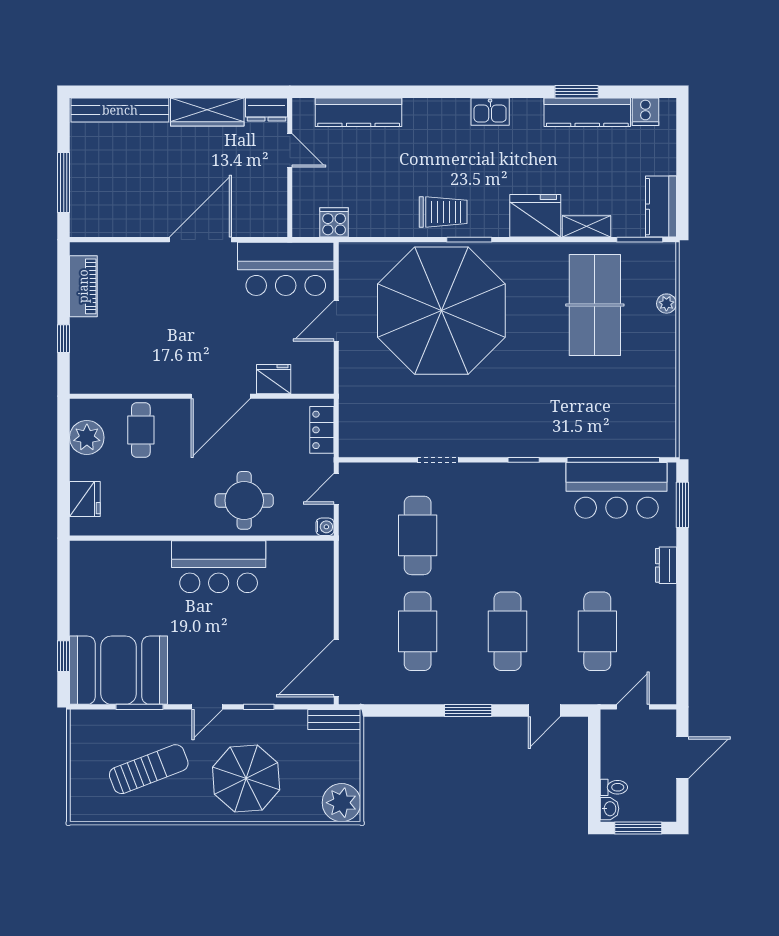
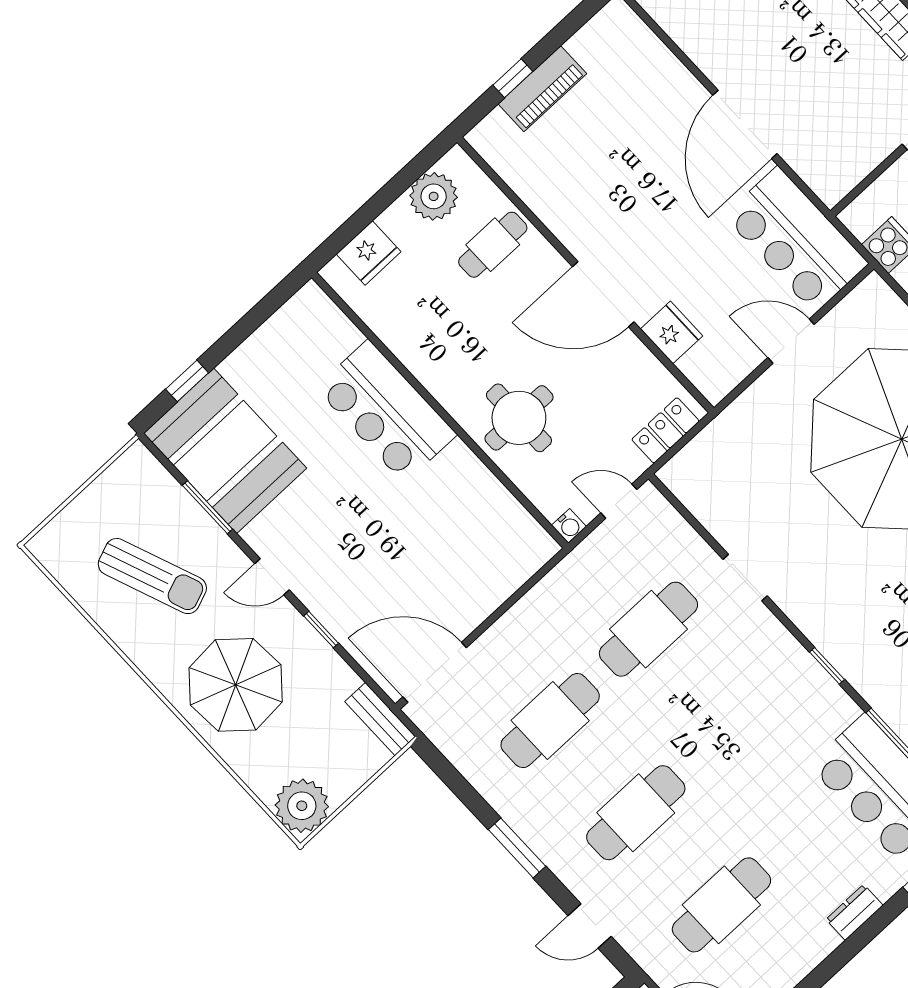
door: (200, 240) -> (745, 124), swing flipped
piano: (83, 286) -> (542, 89), moved
bar counter: (219, 567) -> (386, 411), moved

